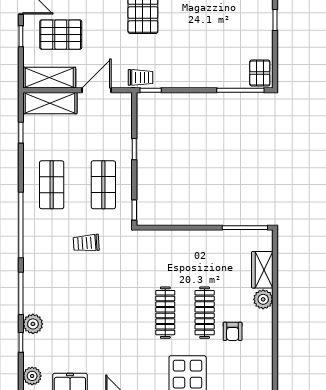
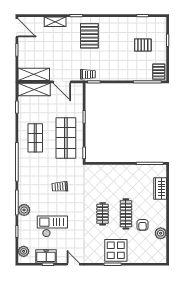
pallet: (61, 35) -> (143, 45), moved, width x0.67, depth x0.71
door: (97, 90) -> (62, 82), swing flipped
shop shelf: (103, 185) -> (66, 138), width x1.43, depth x1.36
trolley: (86, 243) -> (60, 187), moved
plant: (263, 299) -> (161, 233), moved
clothes rail: (165, 313) -> (103, 214), width x0.73
plant: (33, 324) -> (24, 210), moved
checkout: (81, 334) -> (52, 226), added

